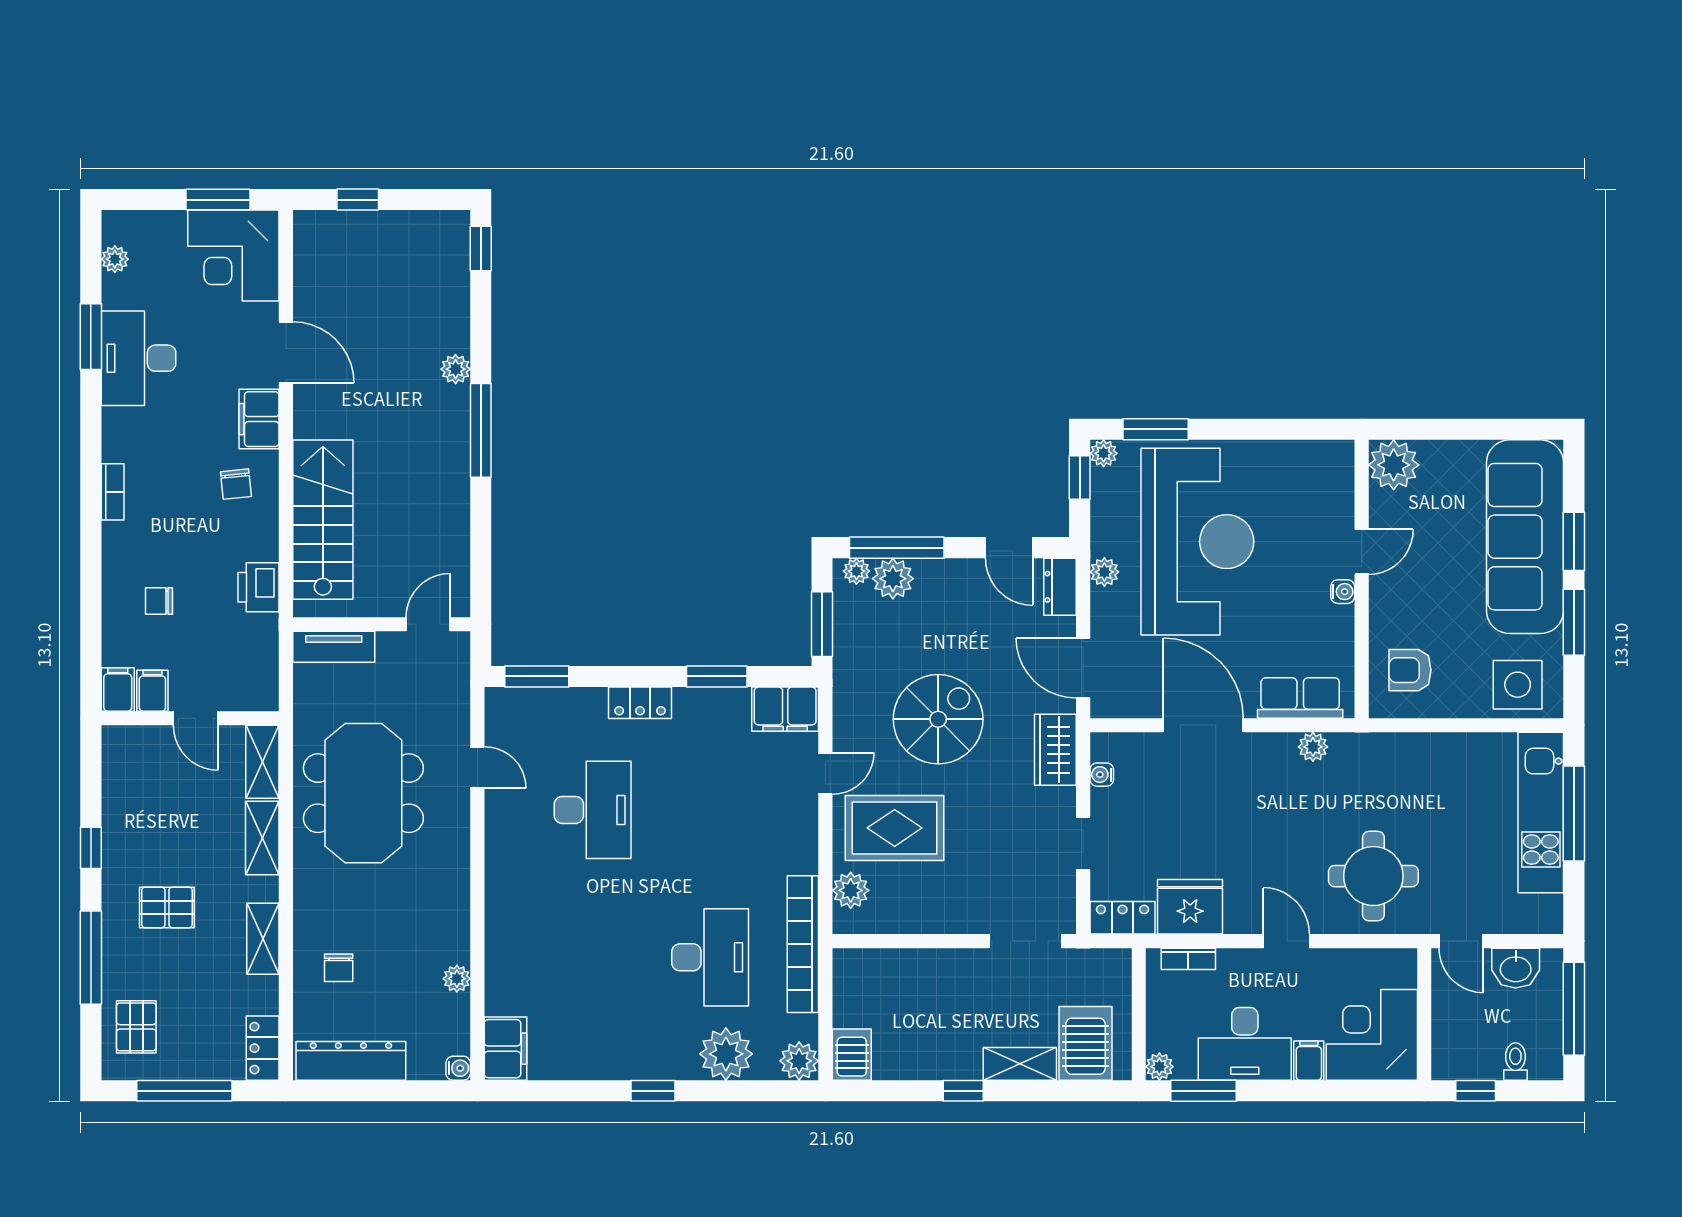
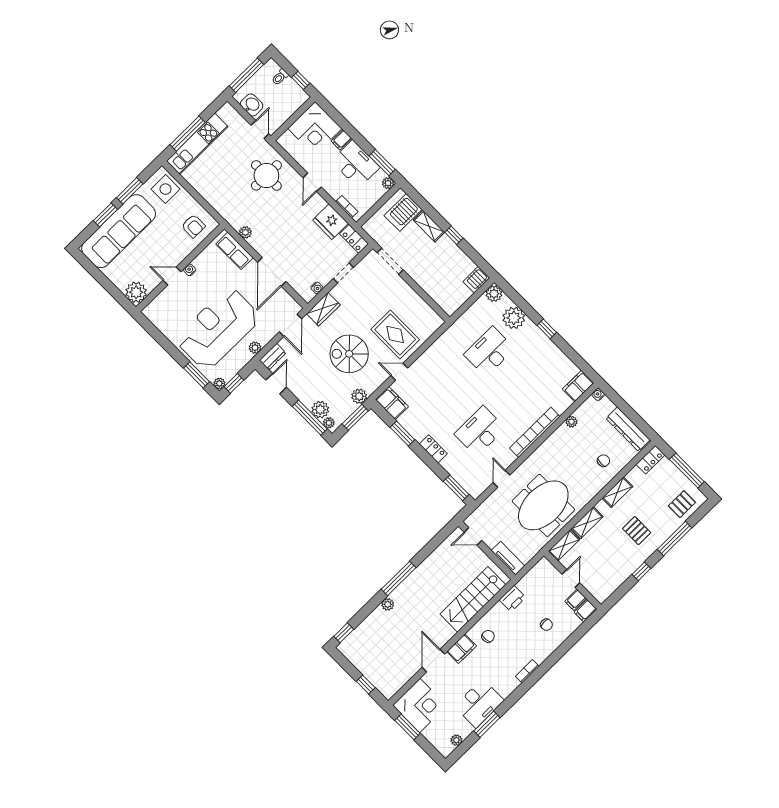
plant: (851, 890) -> (359, 396), moved
bookcase: (803, 944) -> (535, 432), moved, turned 180

